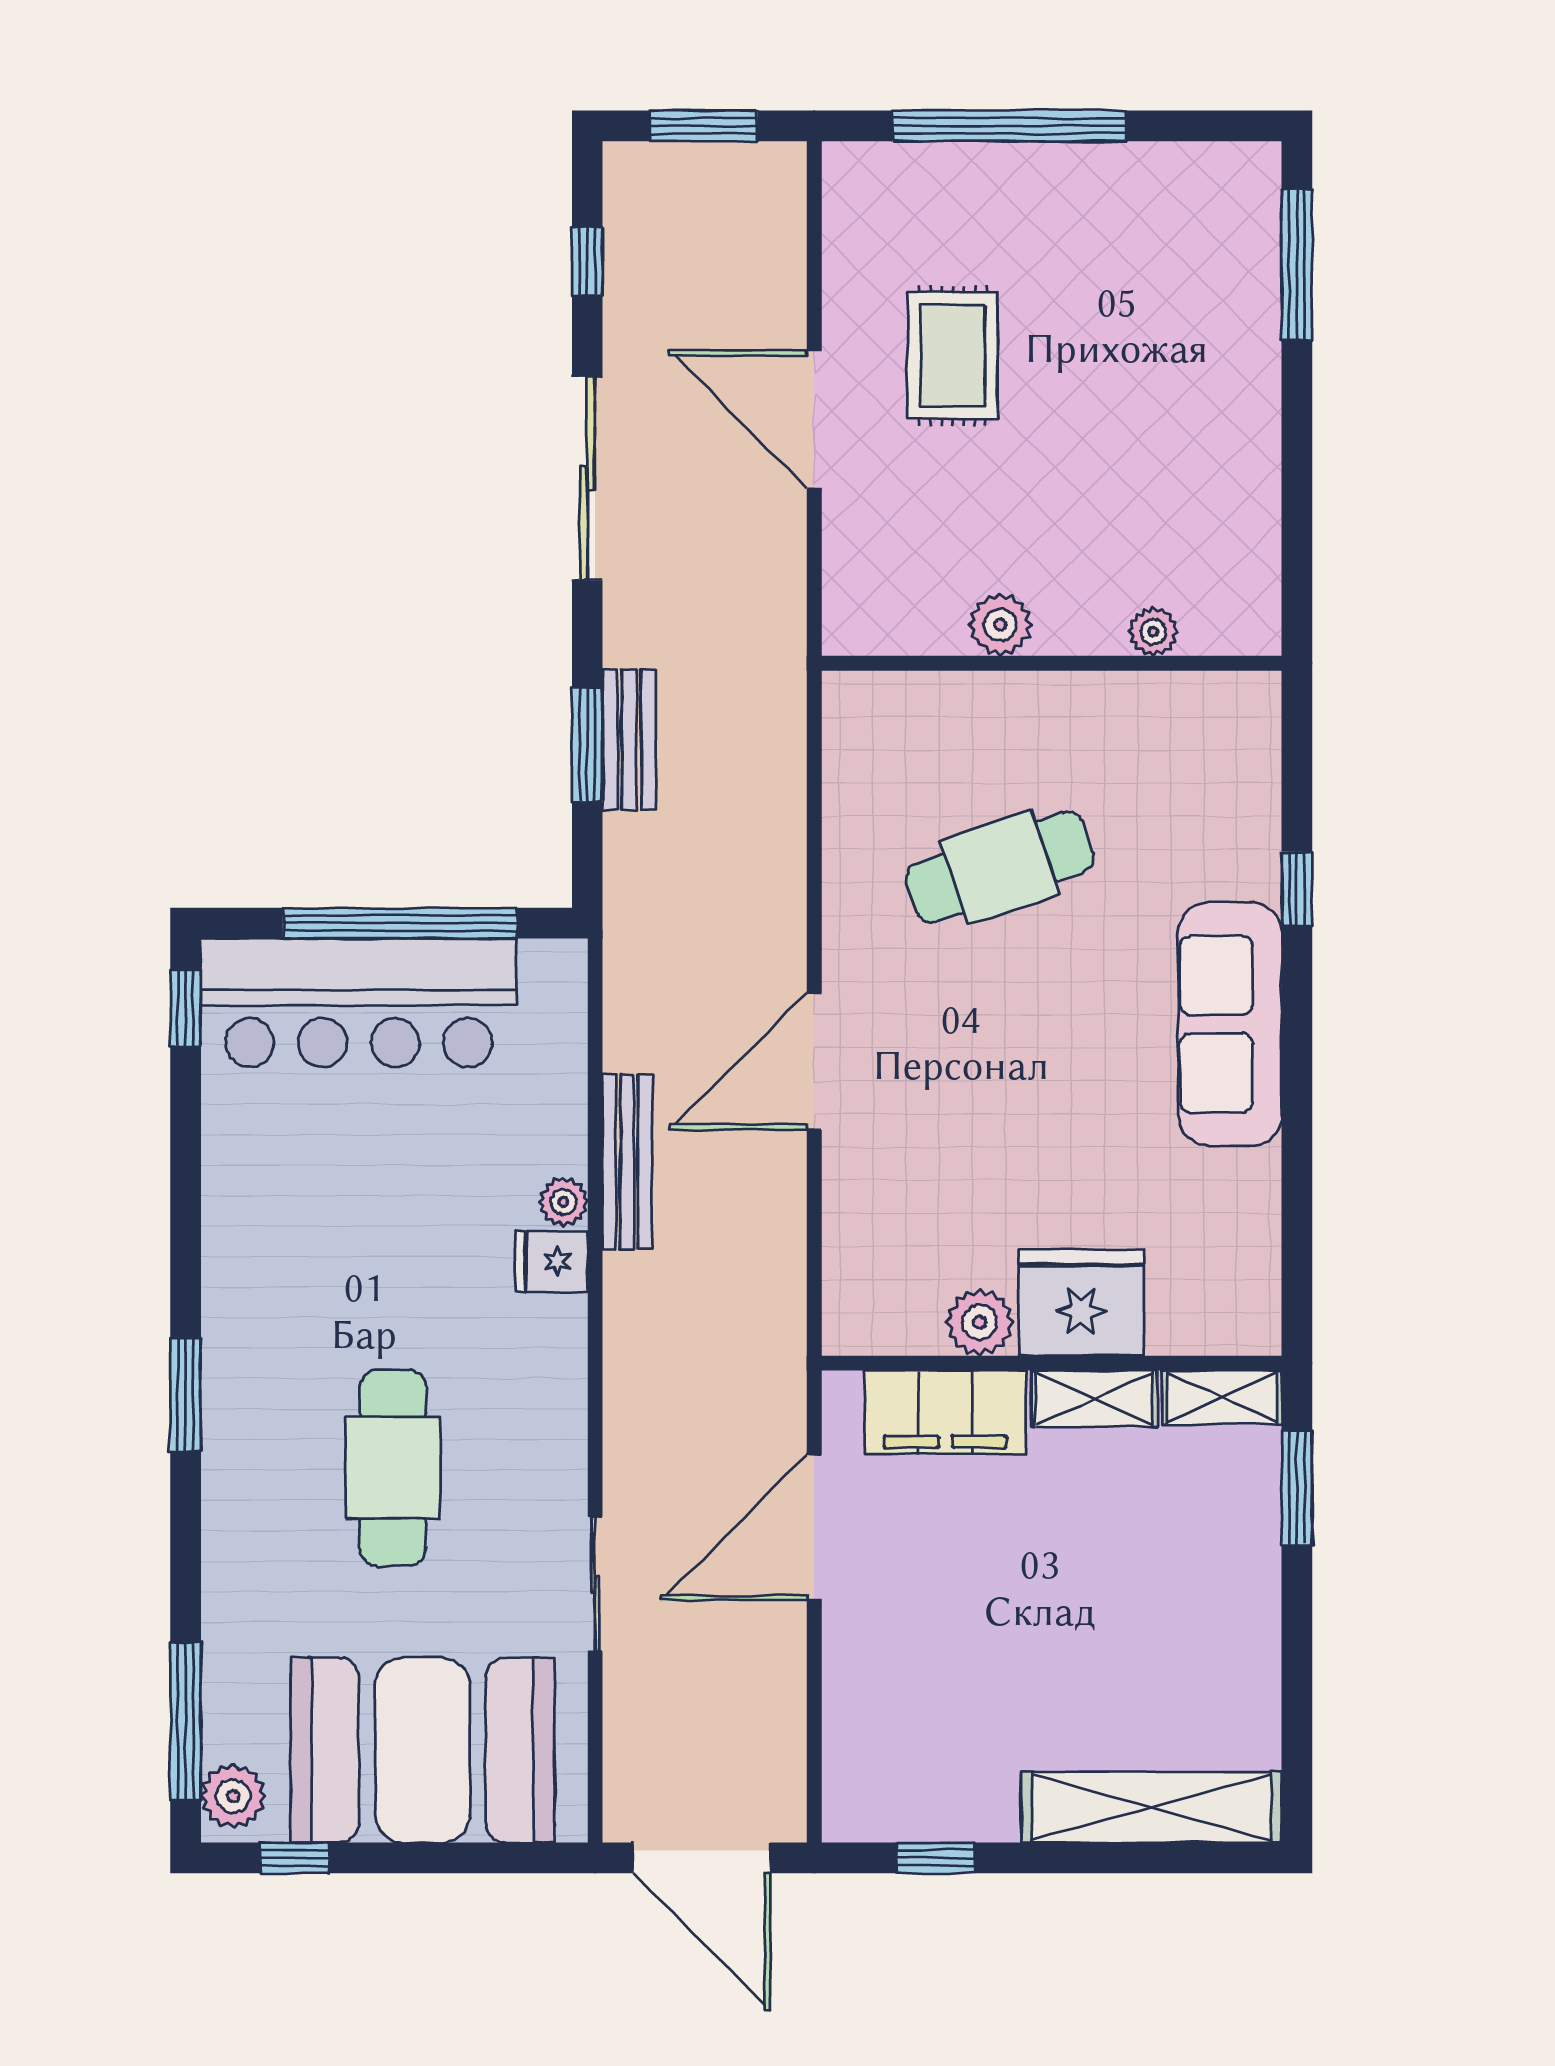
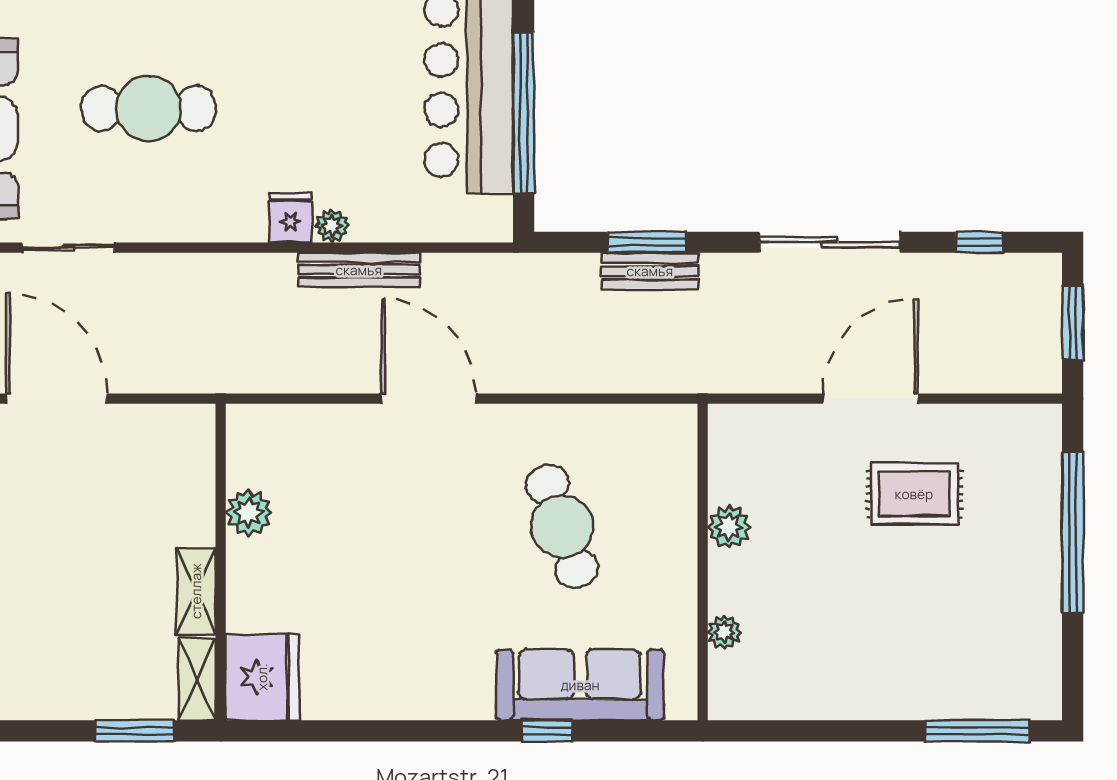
sofa: (1230, 1024) -> (580, 685), moved
fridge: (1081, 1303) -> (262, 677), moved
filing cabinet: (945, 1412) -> (187, 489), removed
door: (814, 1528) -> (56, 399), moved

